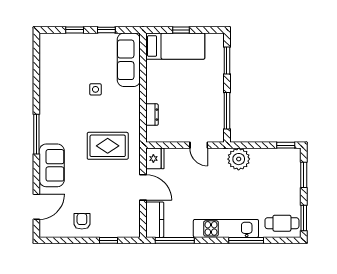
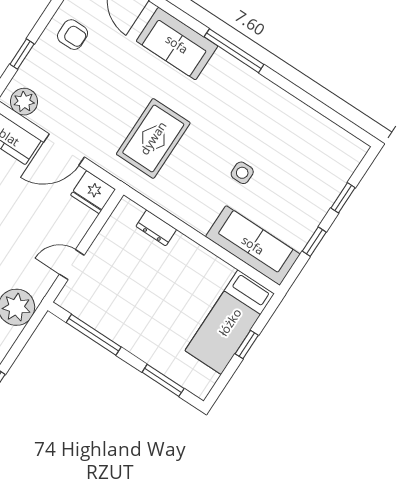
plant: (132, 224) -> (24, 102), added

